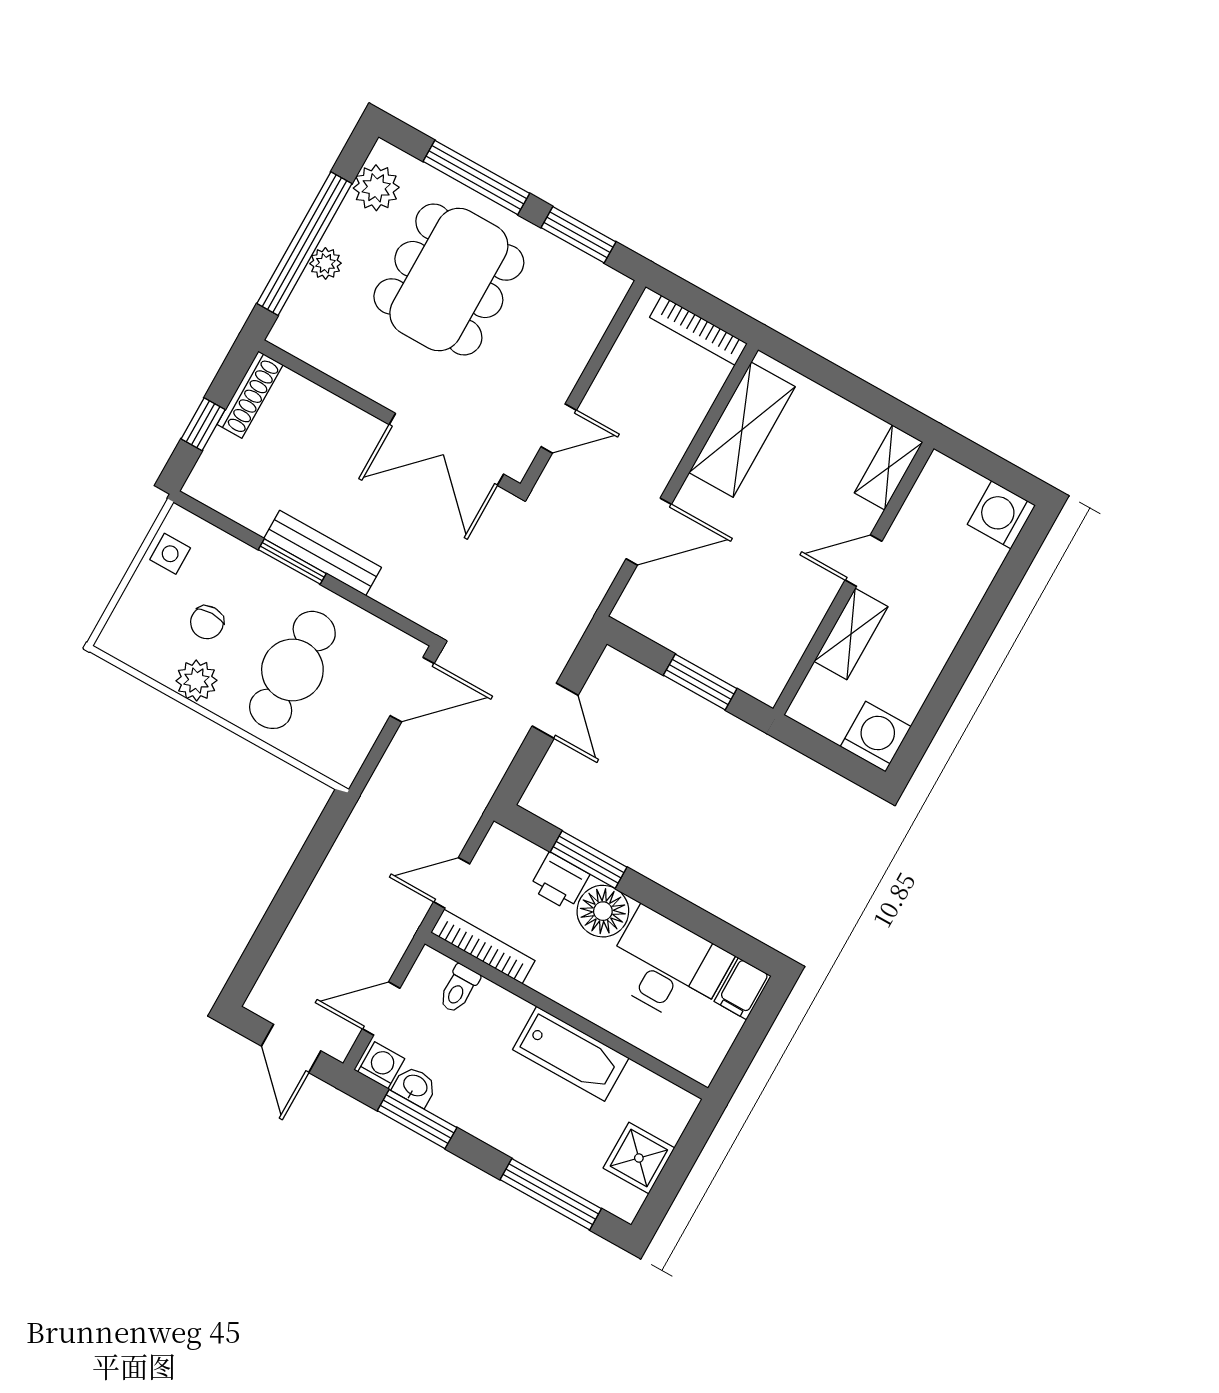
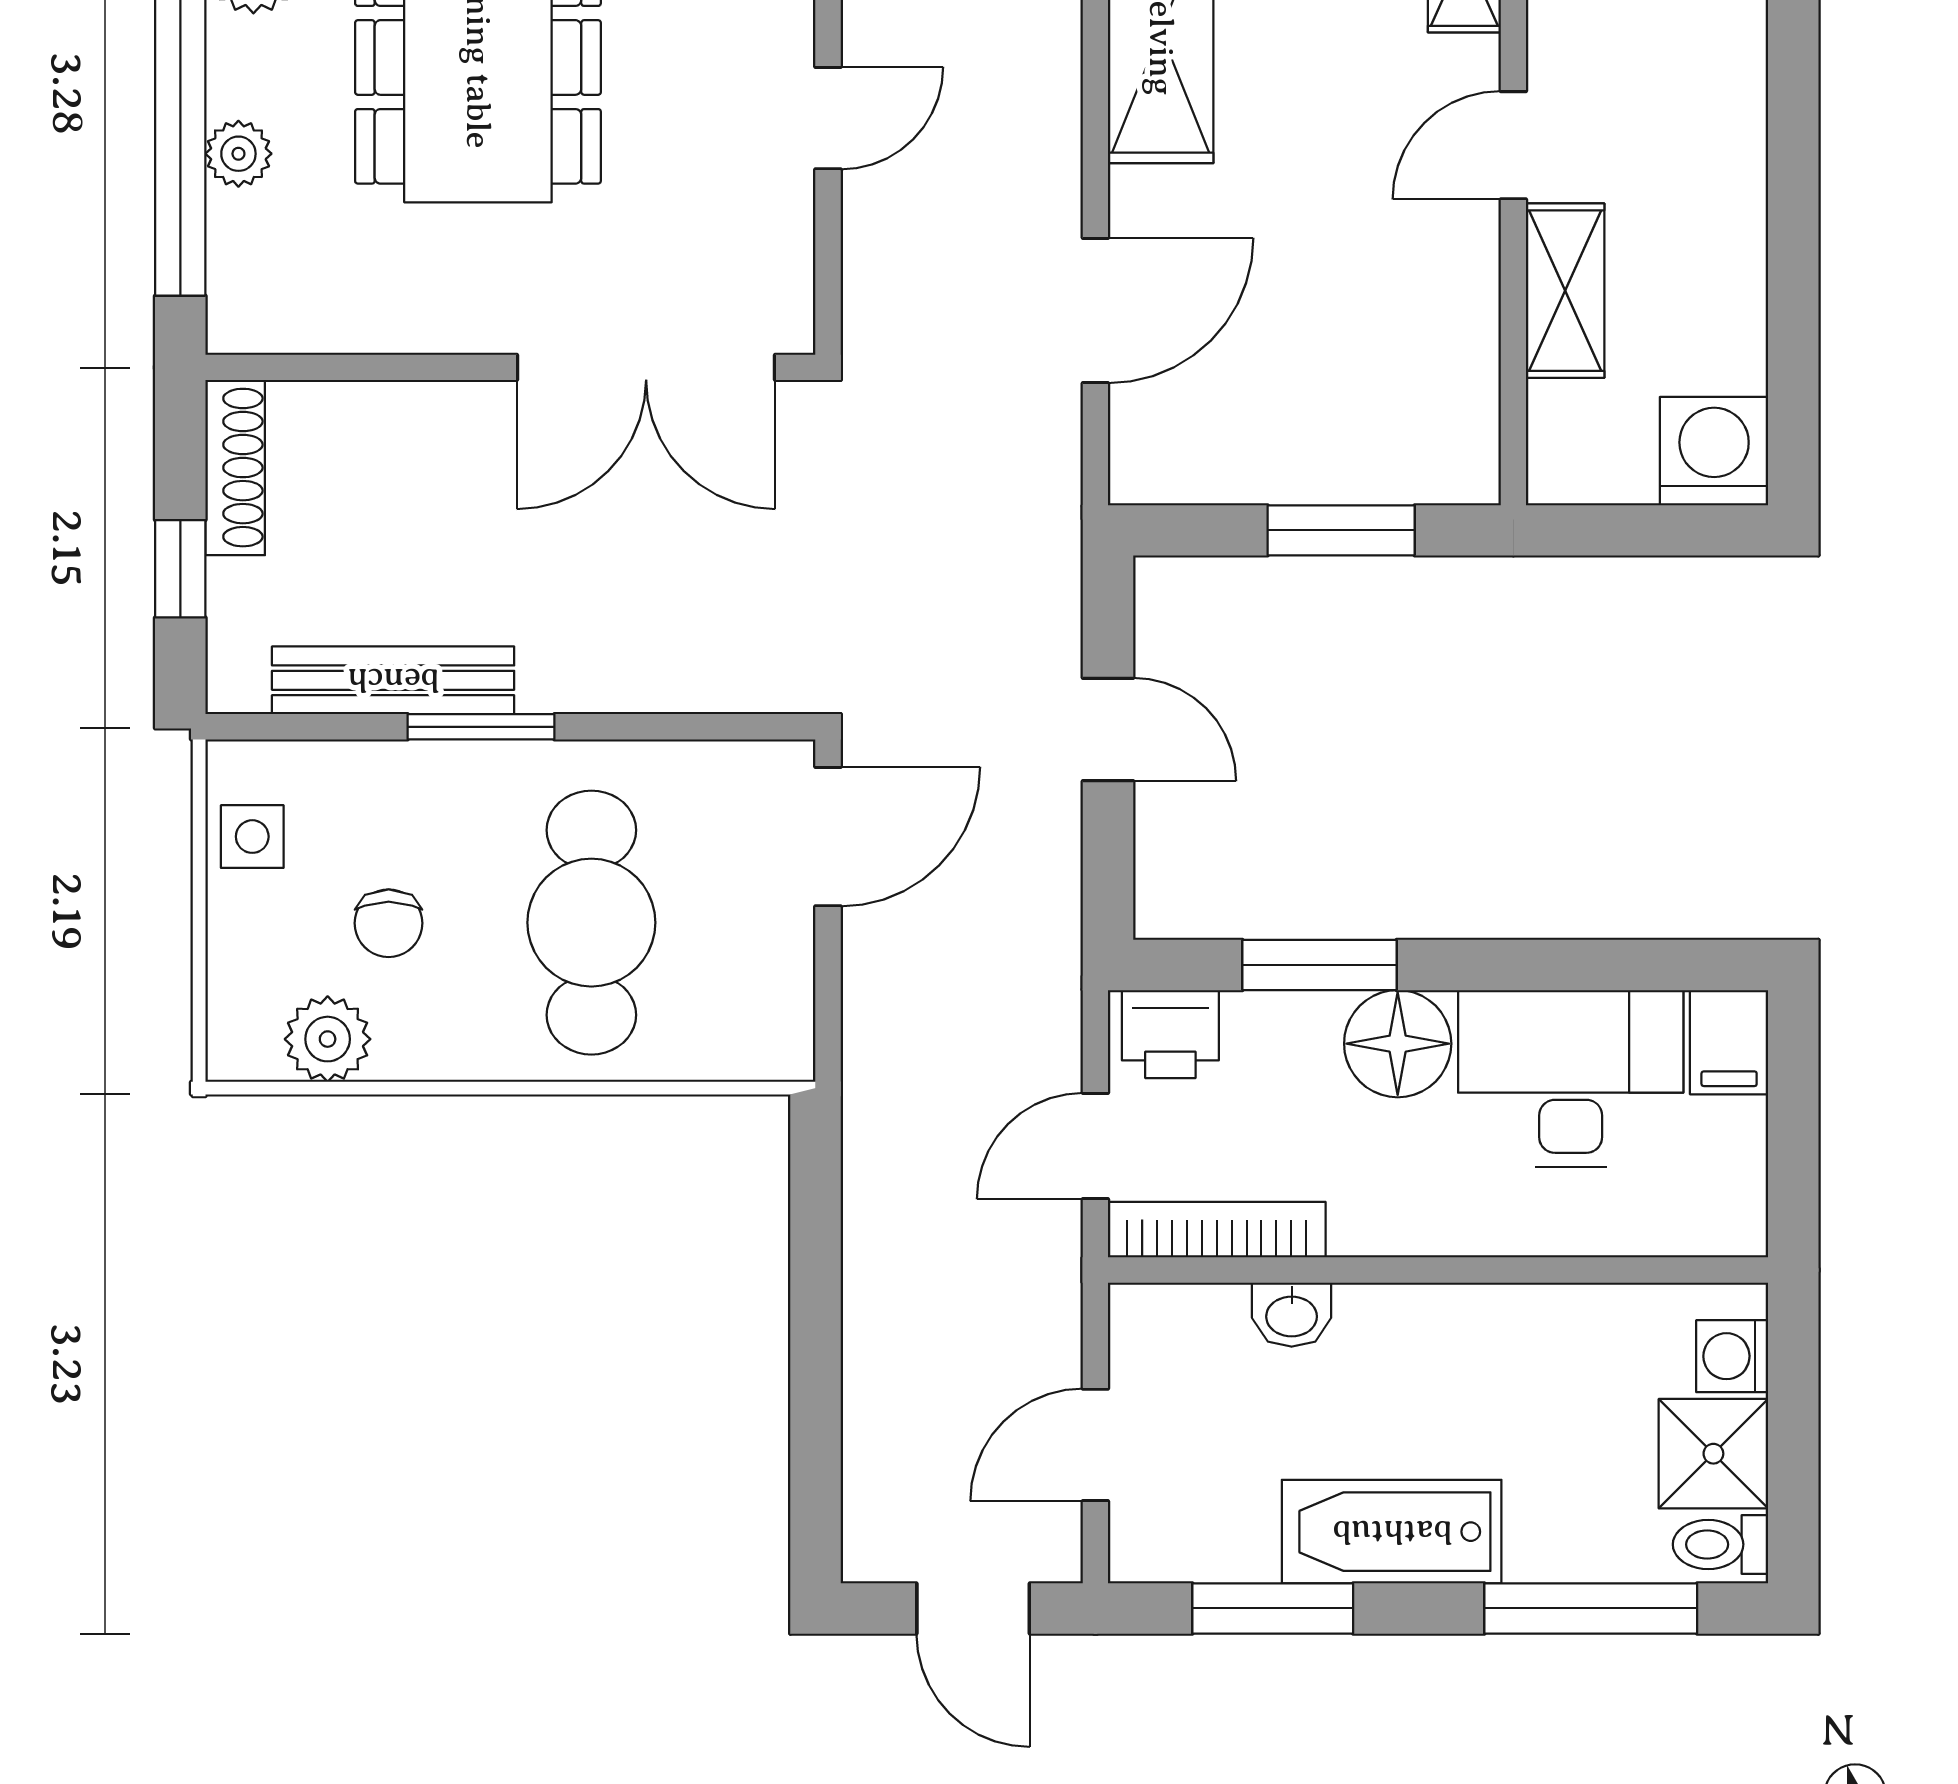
door: (559, 428) -> (828, 118), moved
bench: (323, 553) -> (393, 680), moved
plant: (196, 681) -> (328, 1039), moved
printer: (559, 881) -> (1170, 1034), moved
toilet: (459, 989) -> (1721, 1544), moved, turned 90
bathtub: (571, 1054) -> (1392, 1532), moved, turned 180
washing machine: (381, 1065) -> (1732, 1356), moved, turned -90
washbasin: (415, 1086) -> (1292, 1315), moved, turned 180

